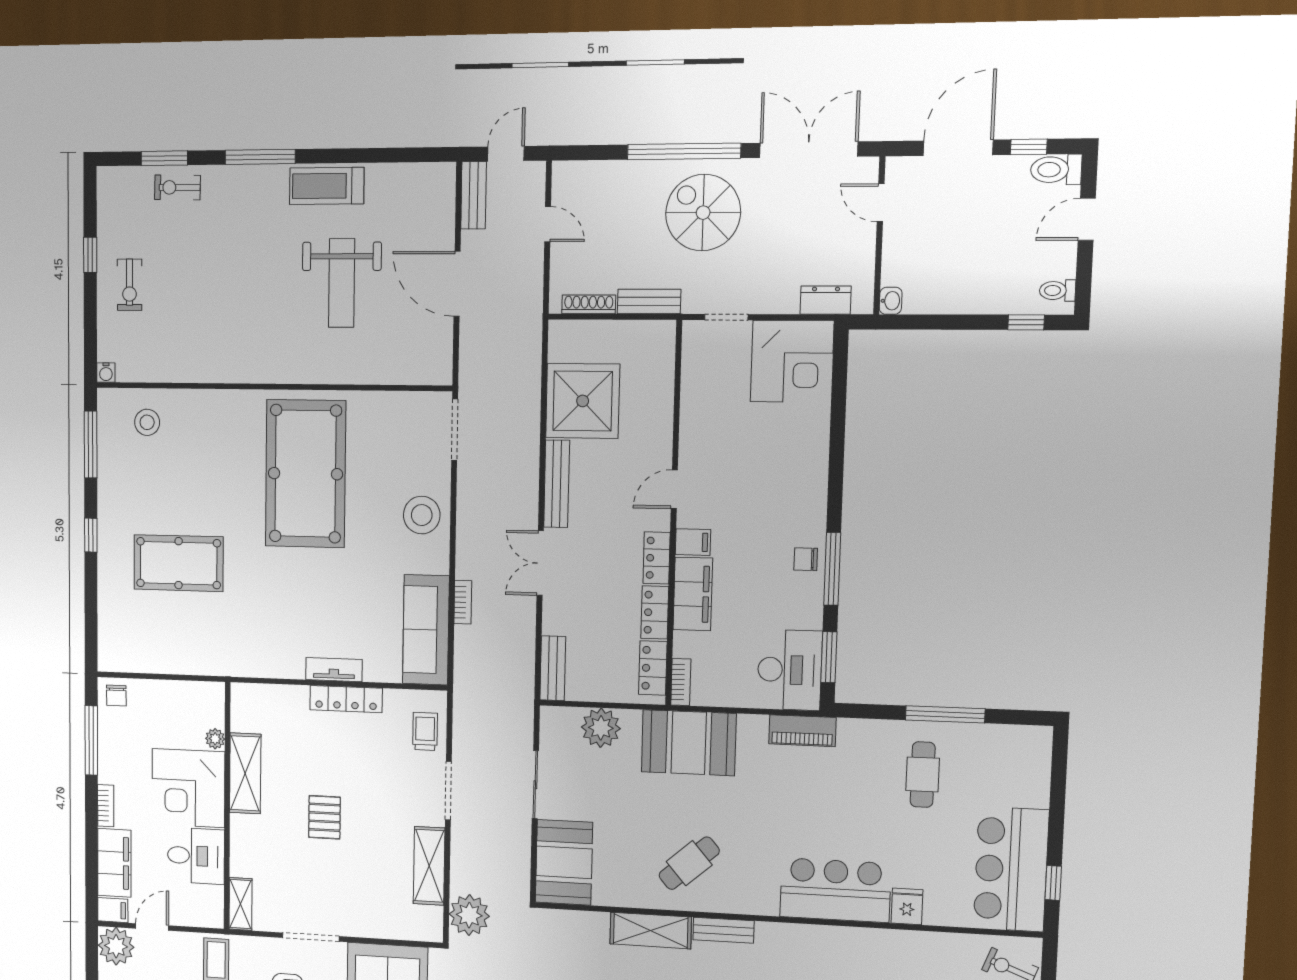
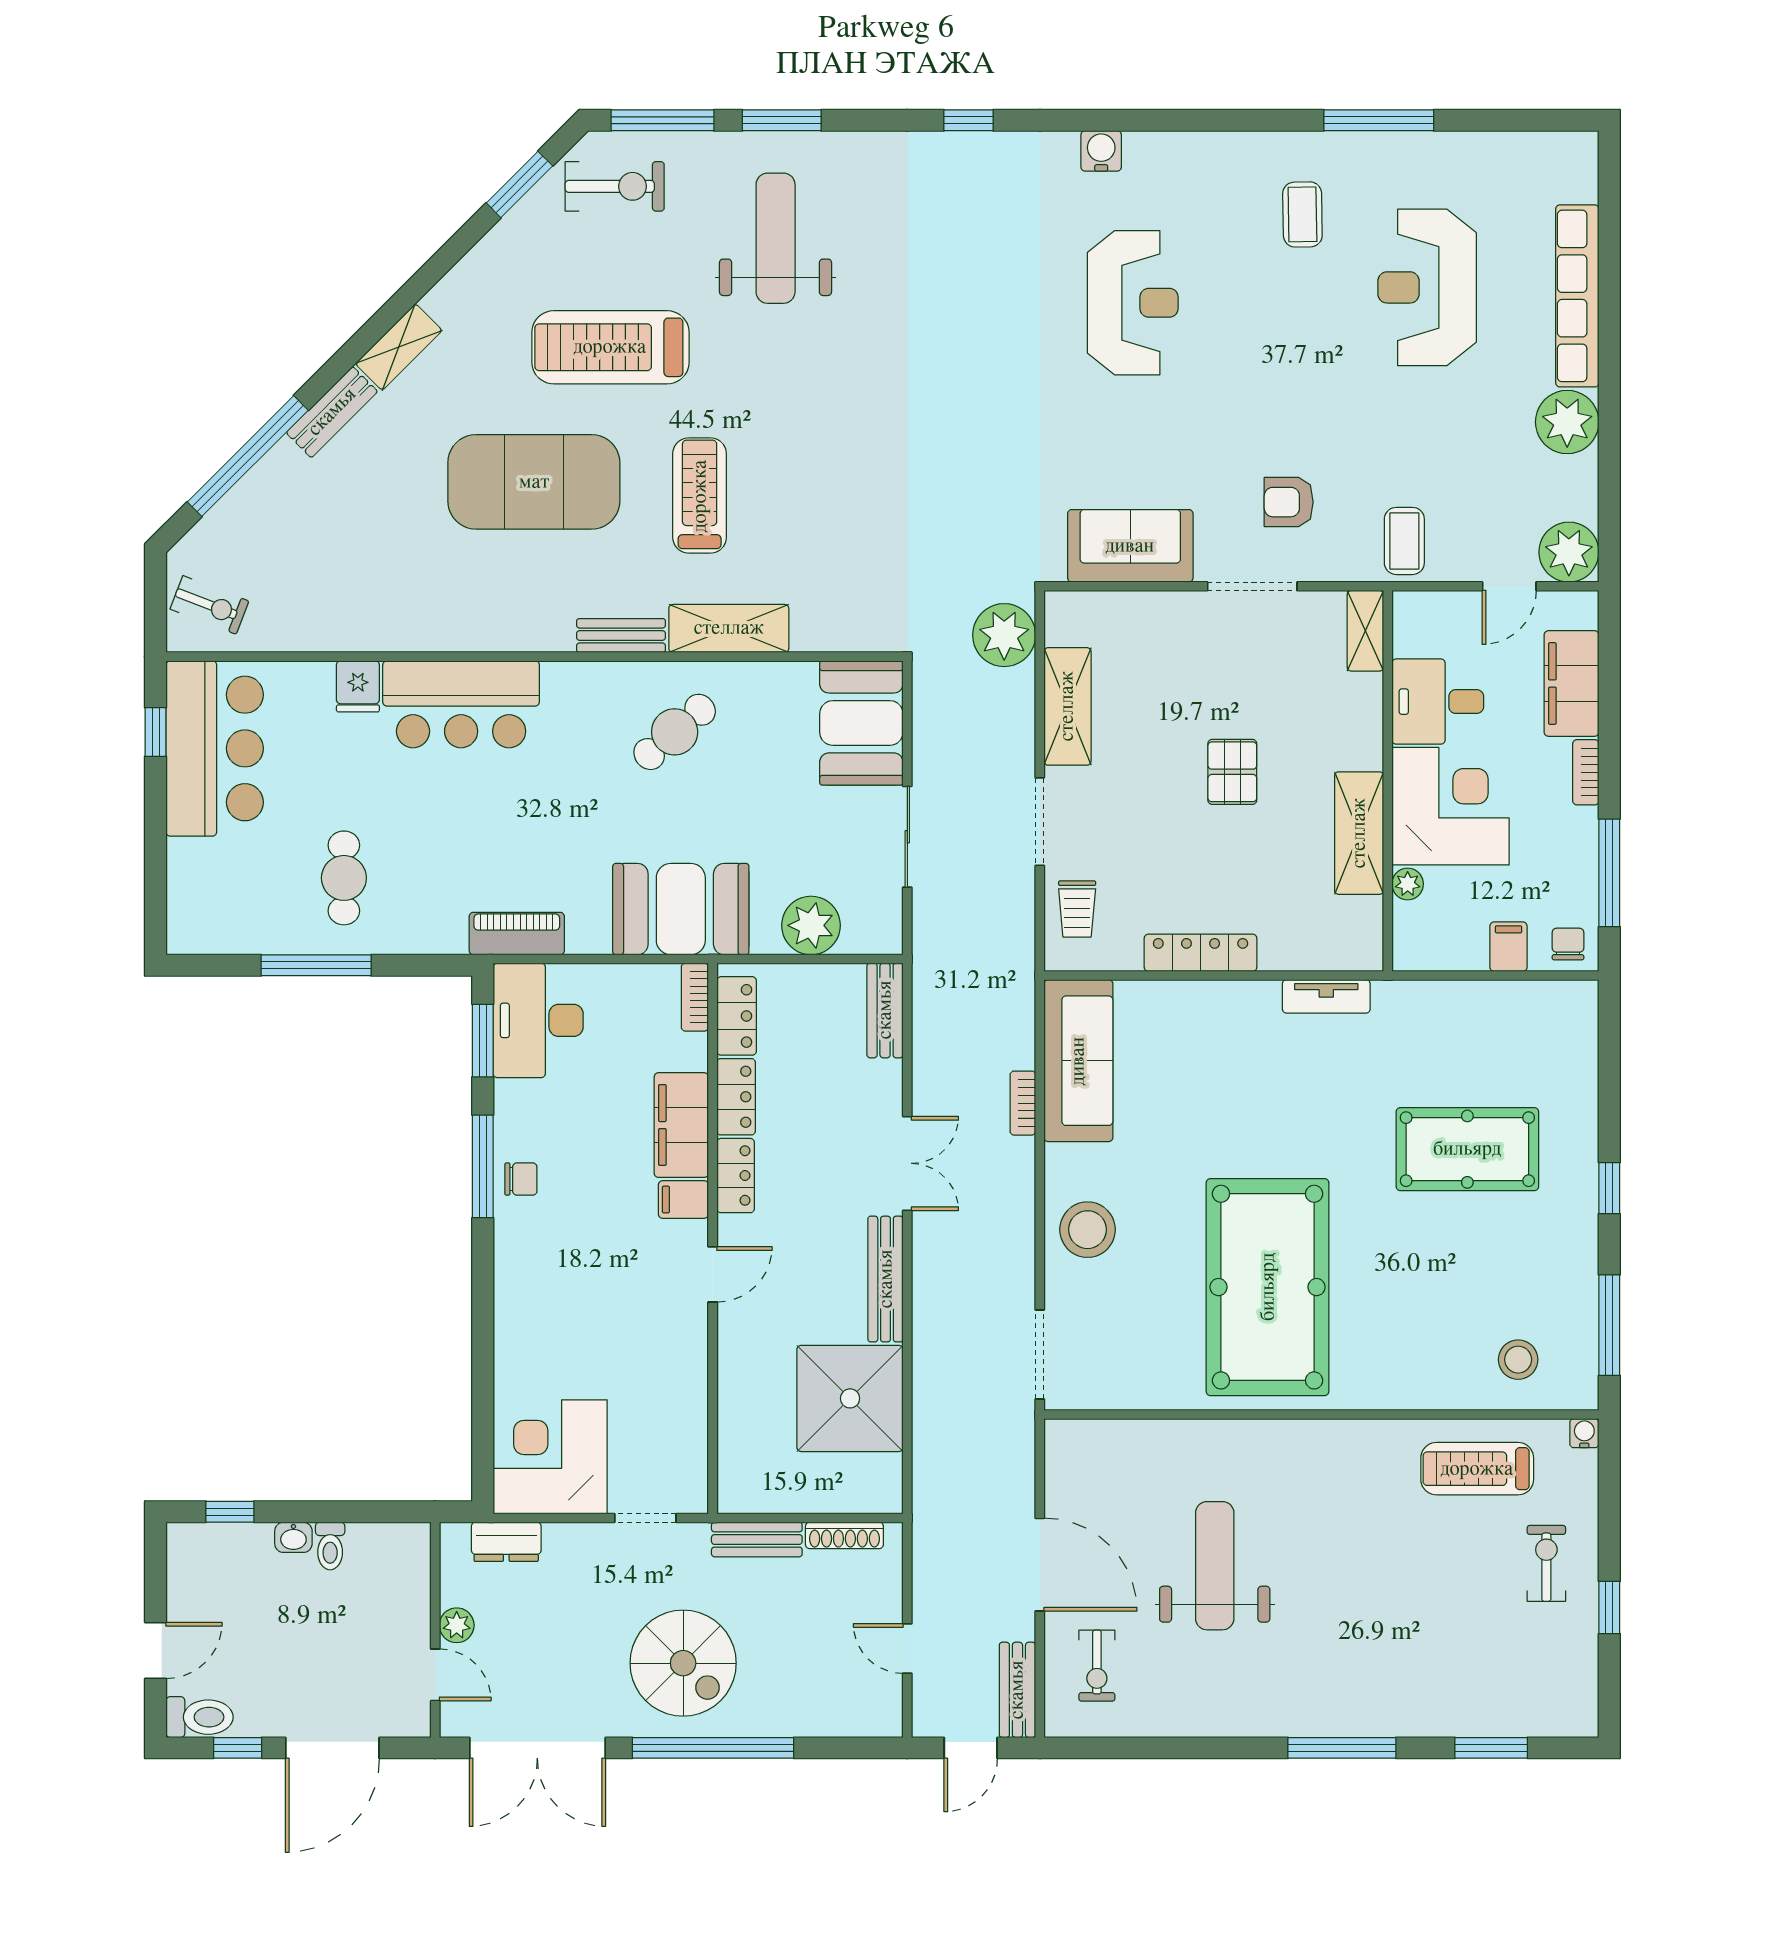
treadmill: (327, 186) -> (1477, 1469), moved, turned 180
exercise bike: (177, 187) -> (1097, 1666), moved, turned 89
plant: (864, 239) -> (457, 1625), added
toilet: (1058, 291) -> (330, 1546), moved, turned 90
washbasin: (891, 301) -> (293, 1537), moved, turned -90
tv unit: (334, 670) -> (1326, 996), moved
filing cabinet: (113, 910) -> (1508, 947), moved, turned 90

